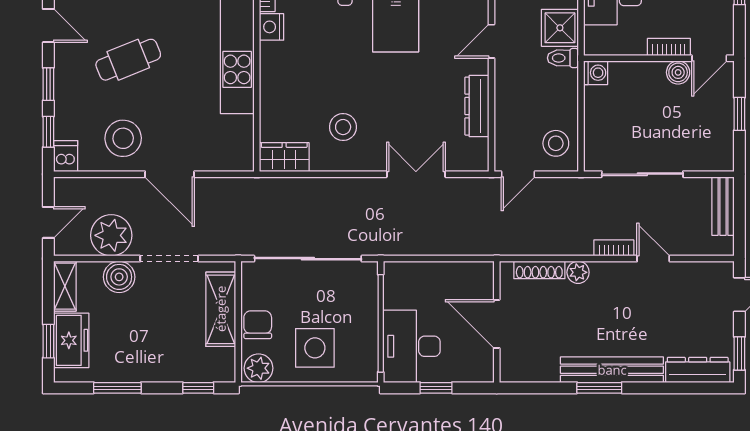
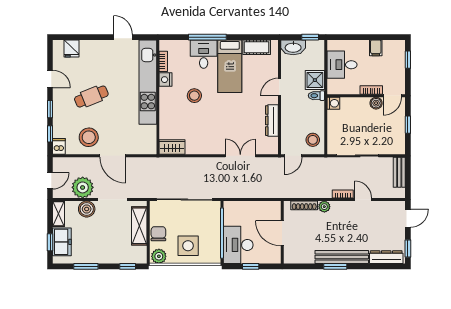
stool: (343, 127) -> (194, 96), moved

